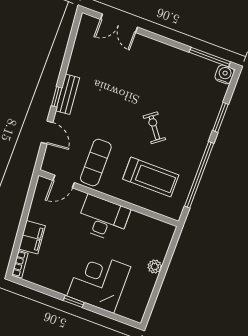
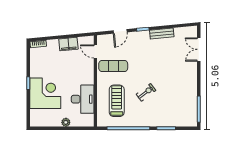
water cooler: (225, 74) -> (192, 121), removed
bench: (68, 94) -> (162, 34), moved
treadmill: (151, 177) -> (117, 101), turned 180
desk: (103, 218) -> (83, 99), moved
filing cabinet: (32, 237) -> (68, 44), moved

